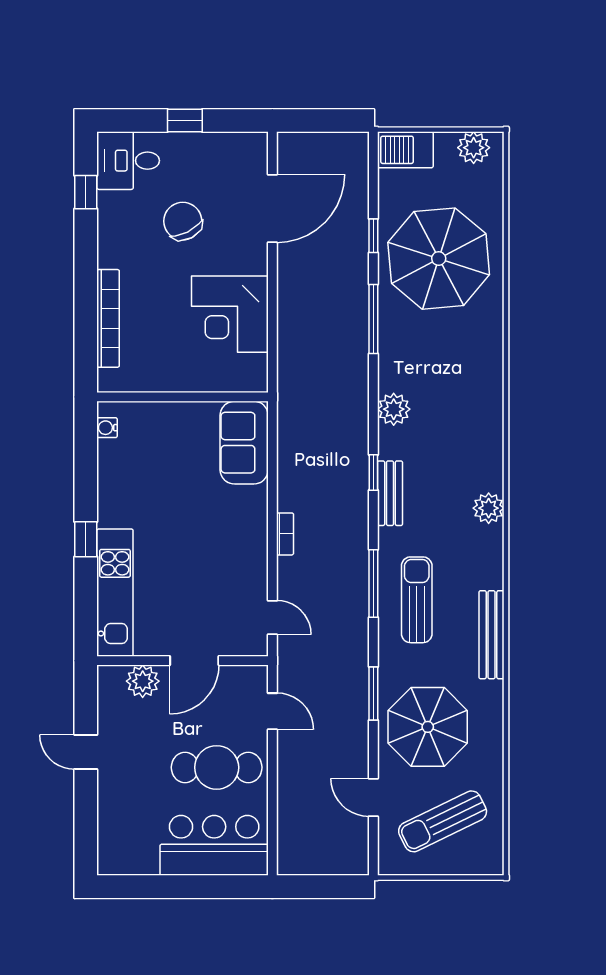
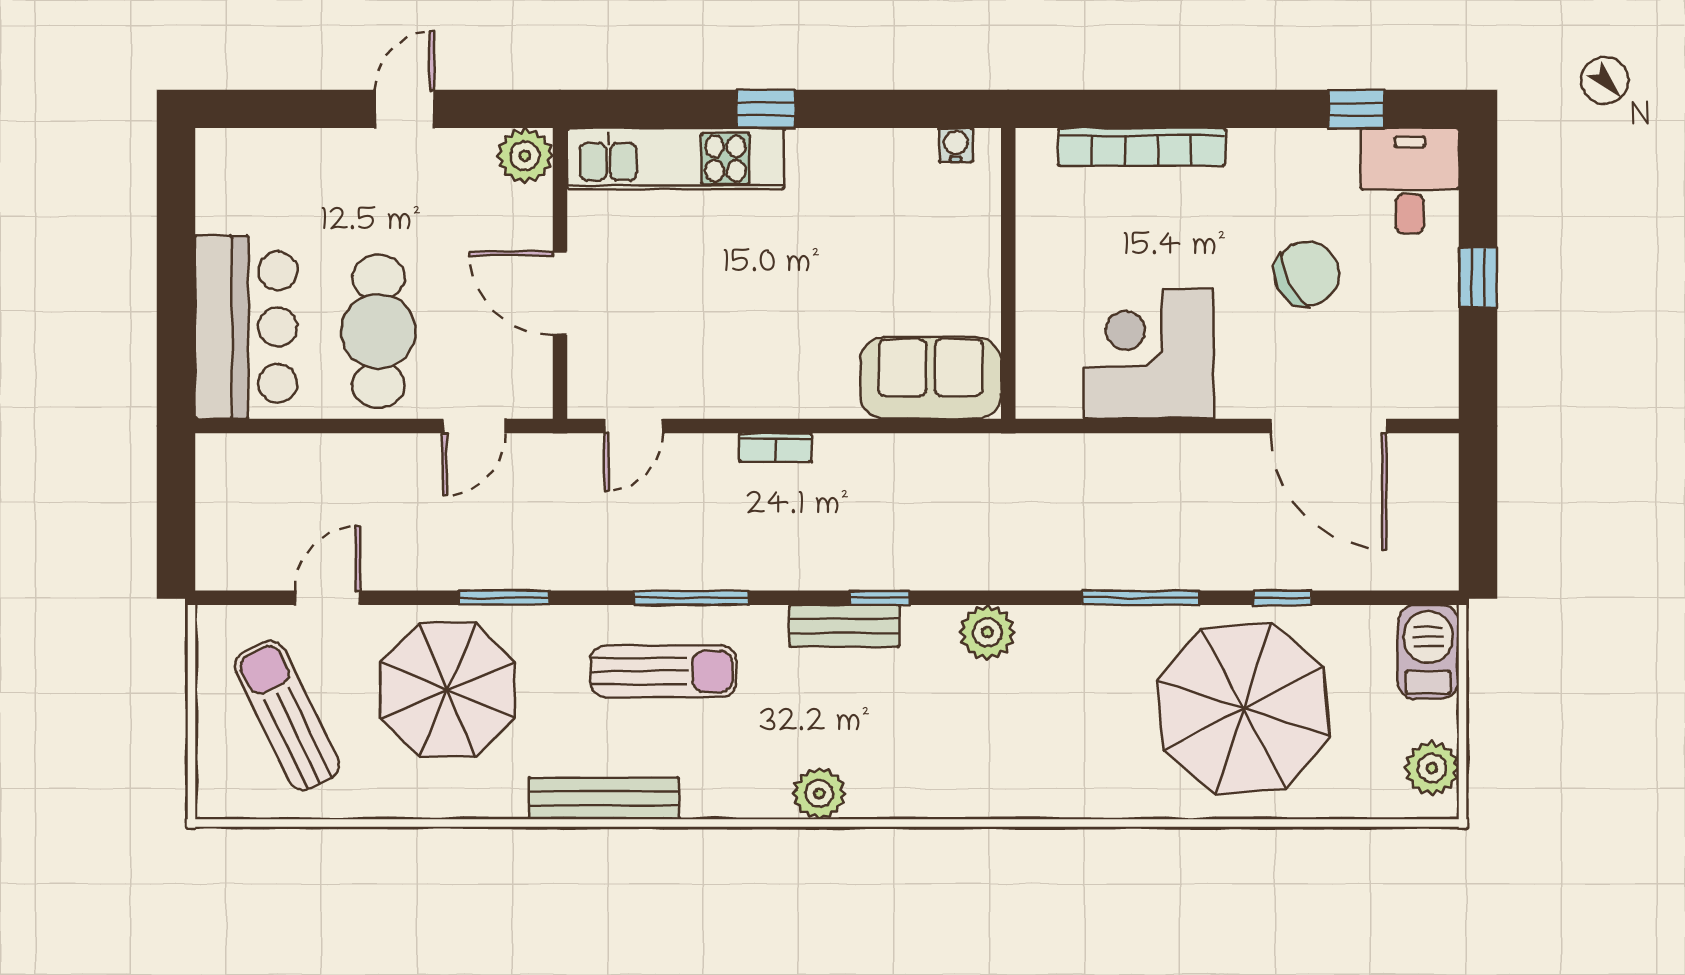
plant: (143, 681) -> (525, 156), moved

